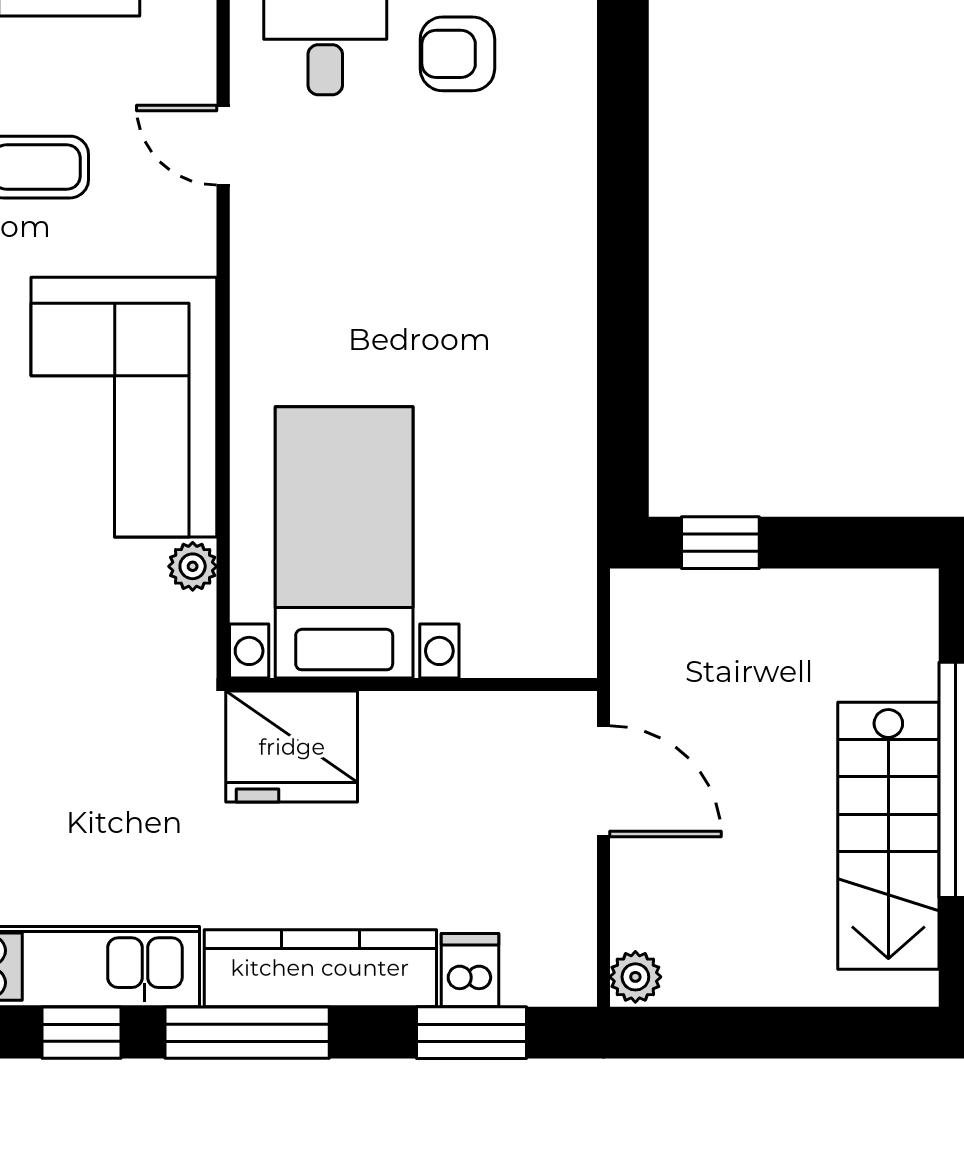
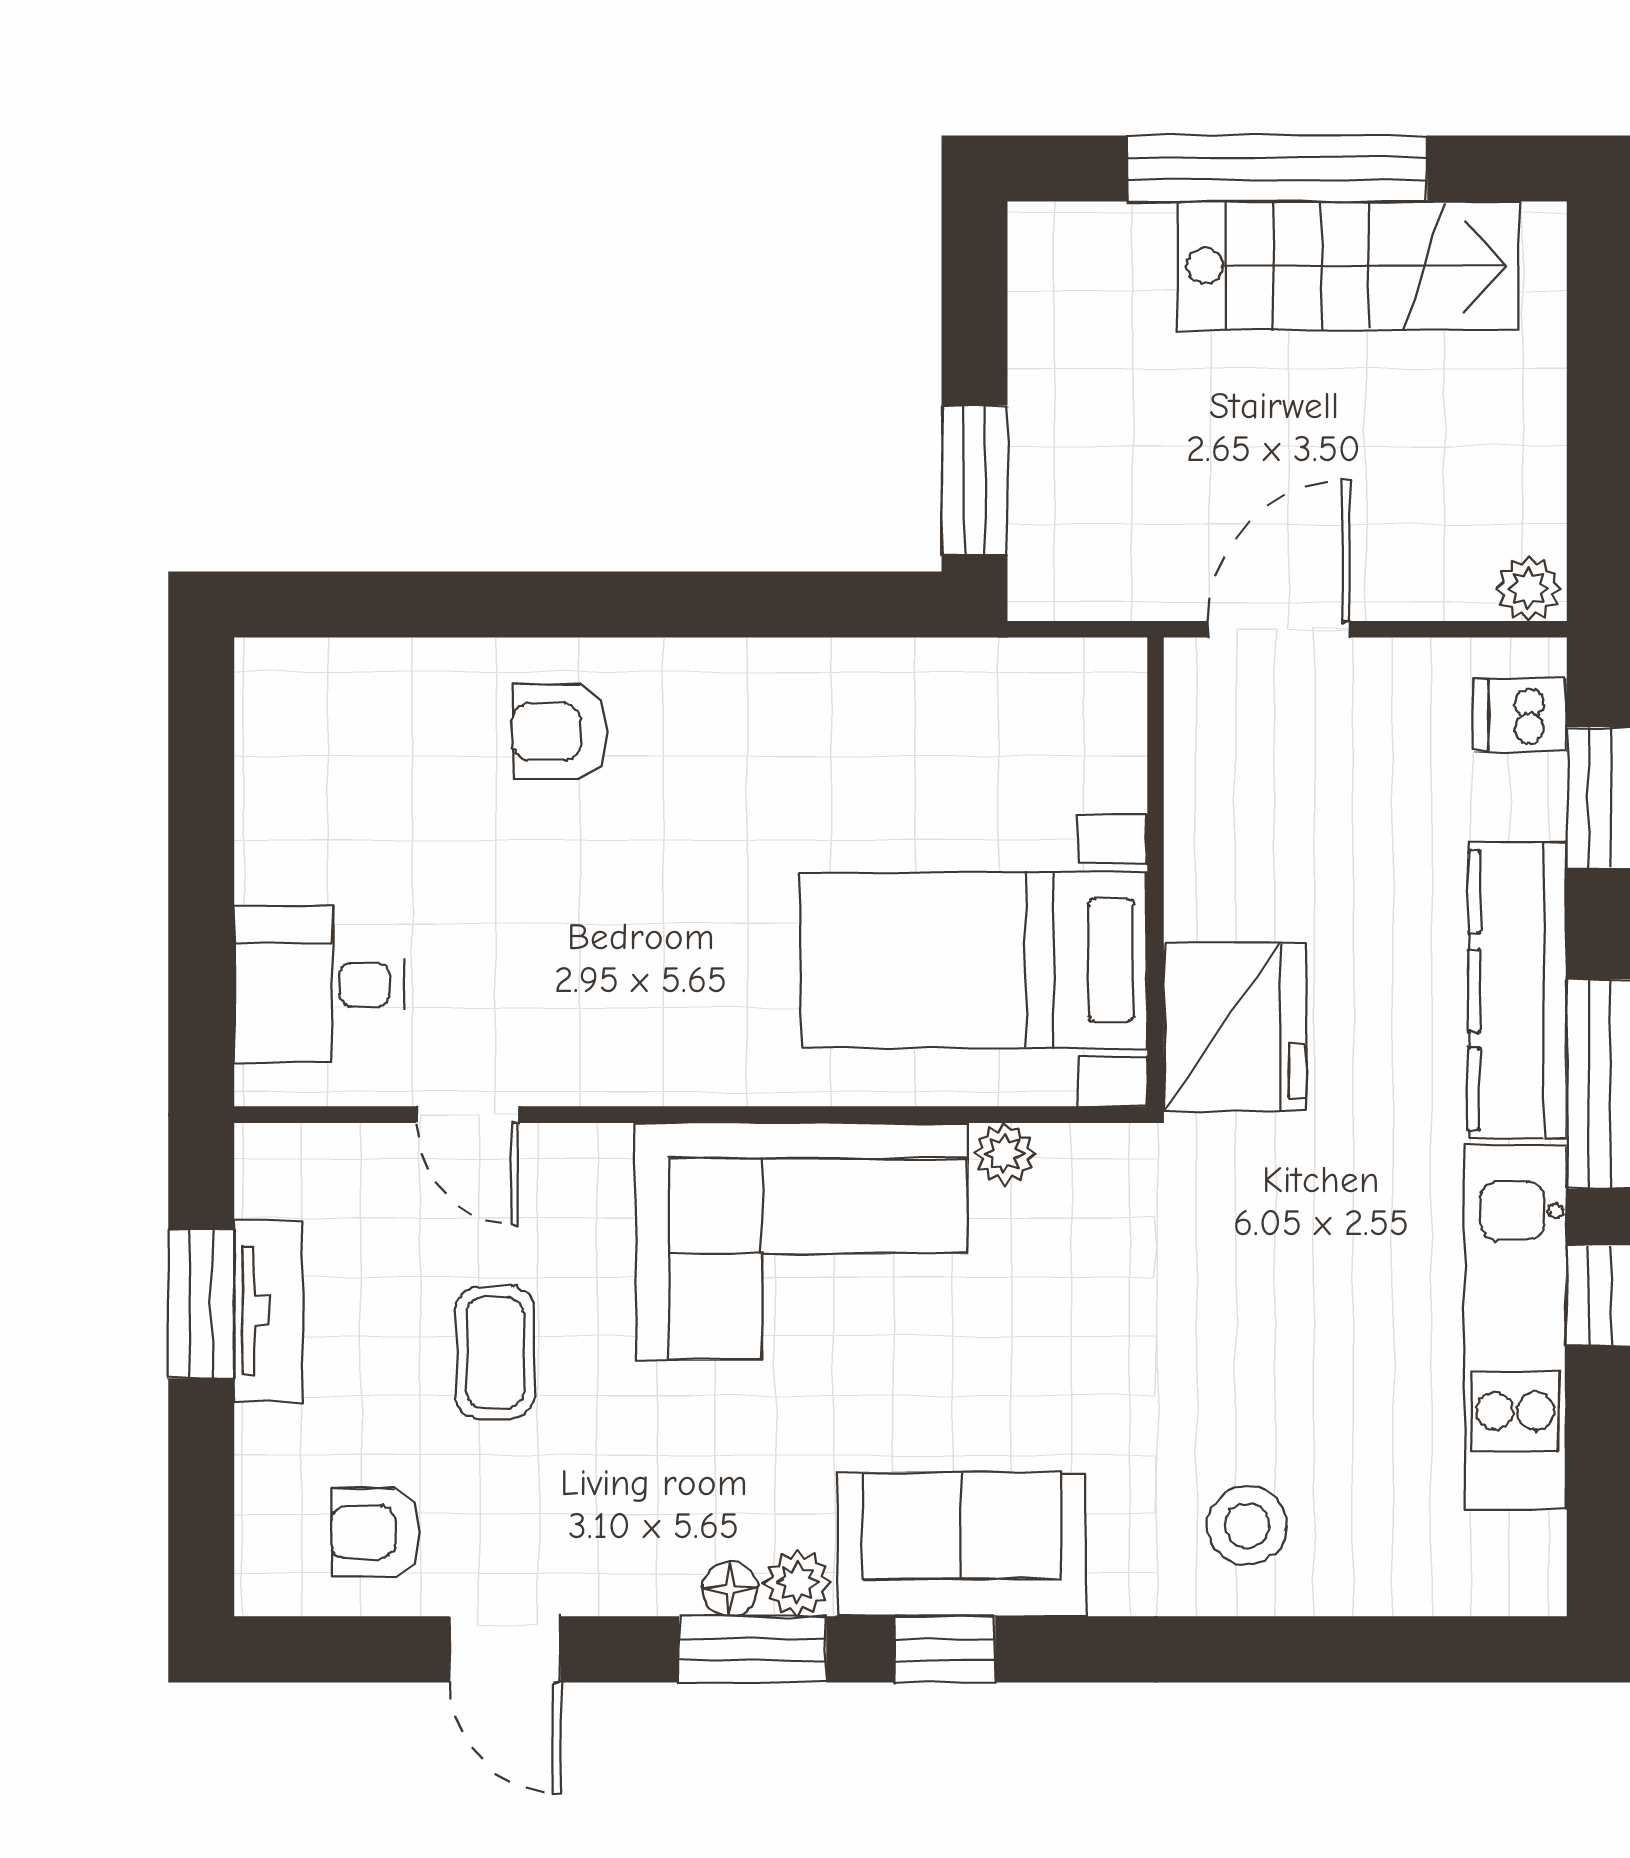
armchair: (457, 54) -> (560, 732), moved, turned 90
door: (223, 145) -> (467, 1115), hinge flipped
window: (720, 543) -> (975, 480), width x1.50
dishwasher: (470, 970) -> (1520, 715), moved

